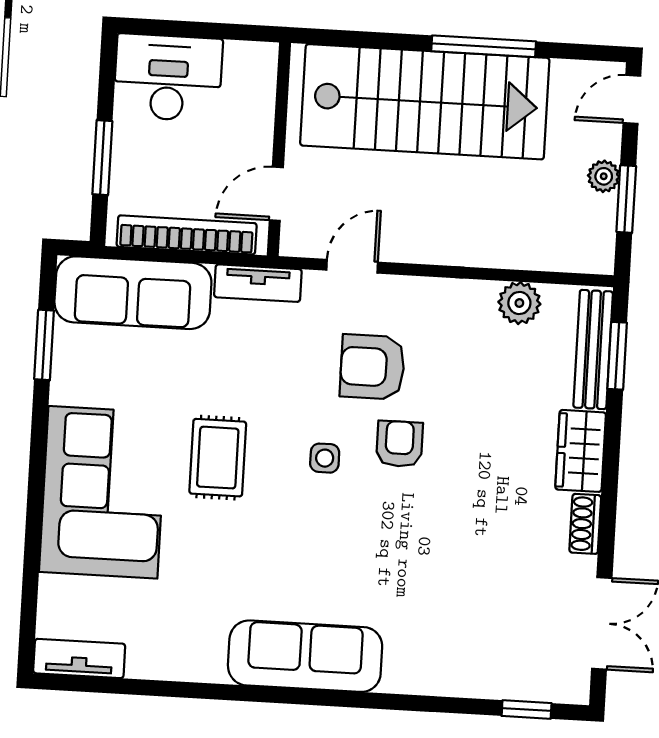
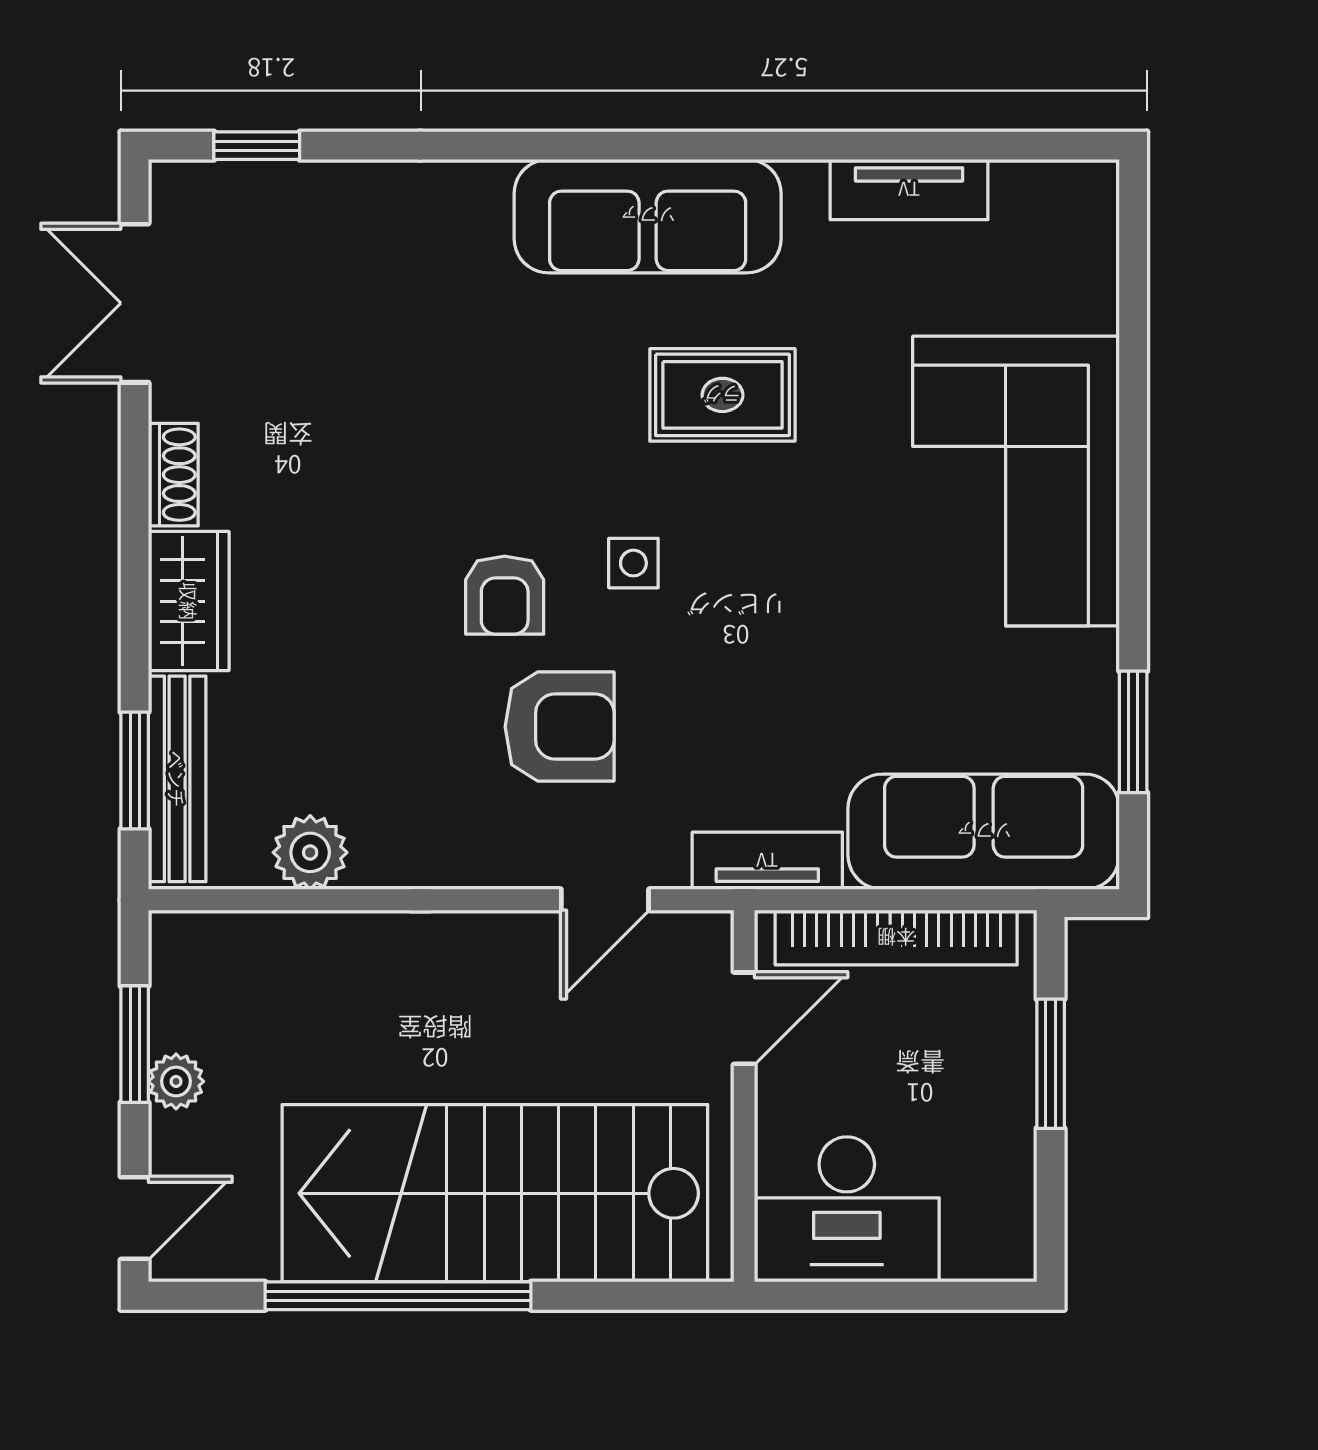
window: (484, 46) -> (398, 1296), width x1.46
desk: (168, 78) -> (847, 1209), moved
rug: (218, 458) -> (722, 395), moved, turned 90
tv unit: (79, 658) -> (909, 190), moved

